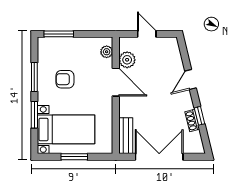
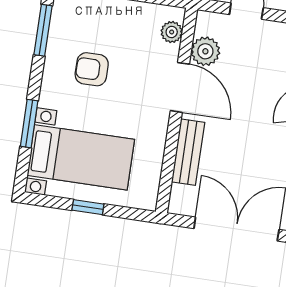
window: (34, 77) -> (43, 30), moved
bench: (126, 136) -> (188, 152), moved
window: (74, 157) -> (88, 207), width x0.67

